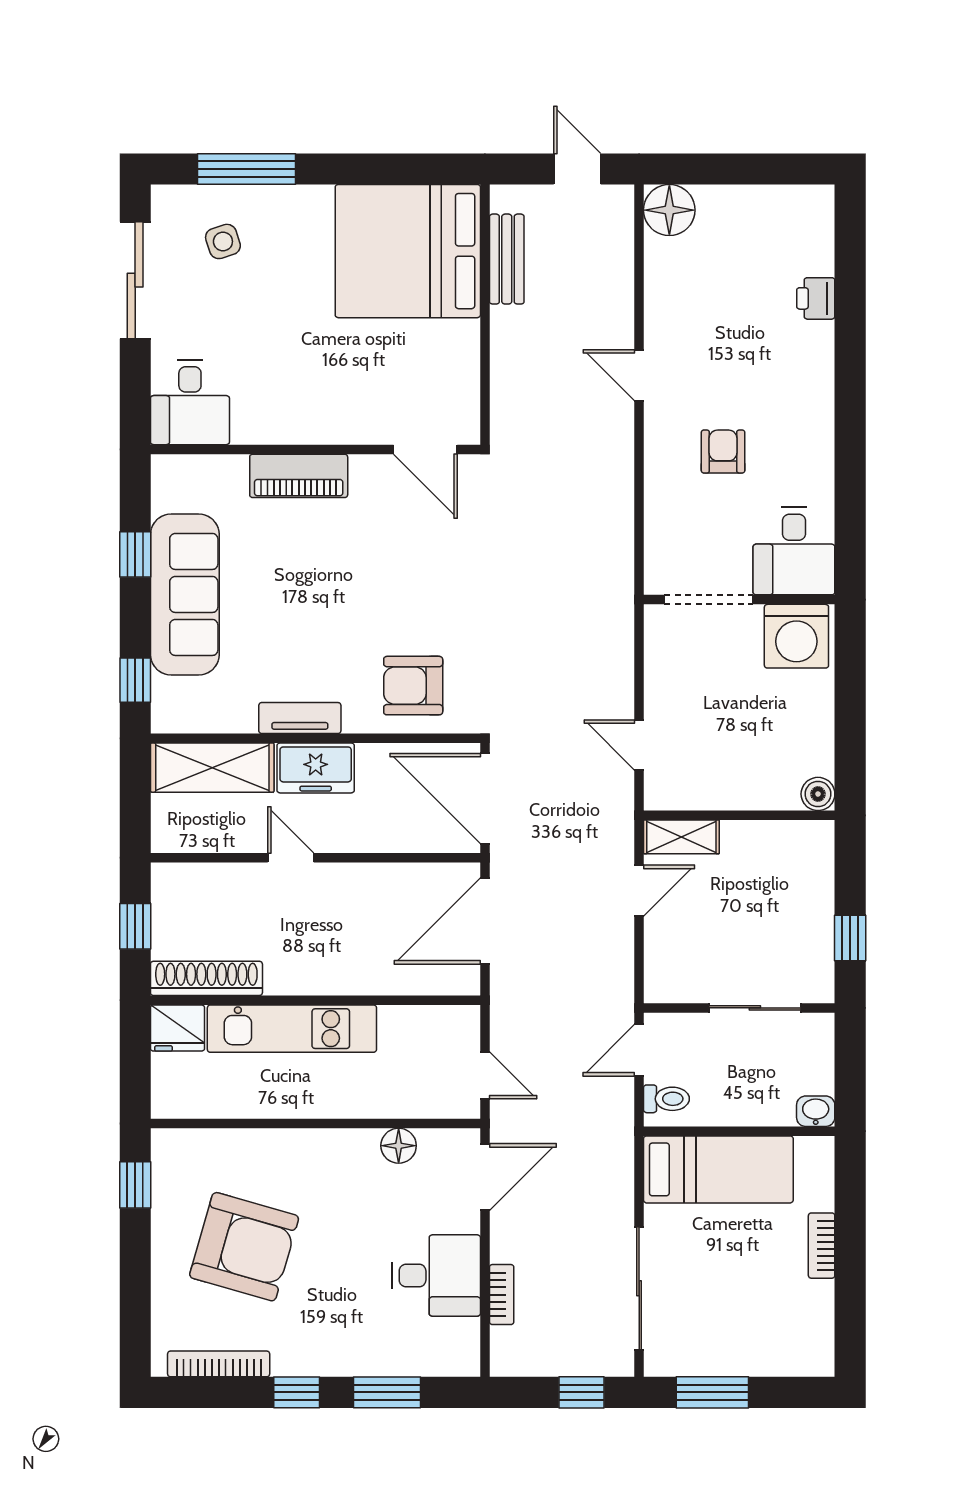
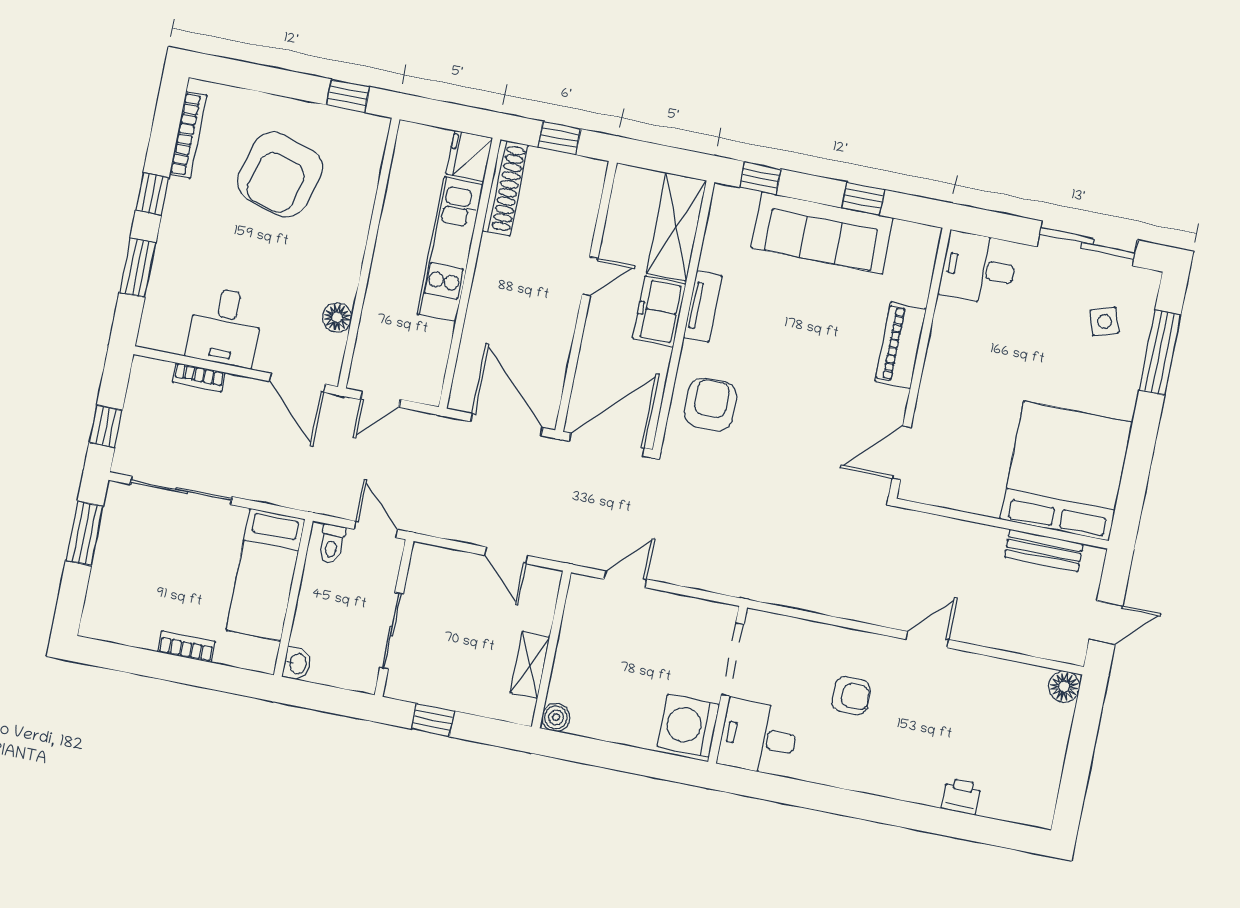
floor lamp: (669, 210) -> (1064, 687), width x0.73, depth x0.73
shelving: (681, 837) -> (530, 665), moved

